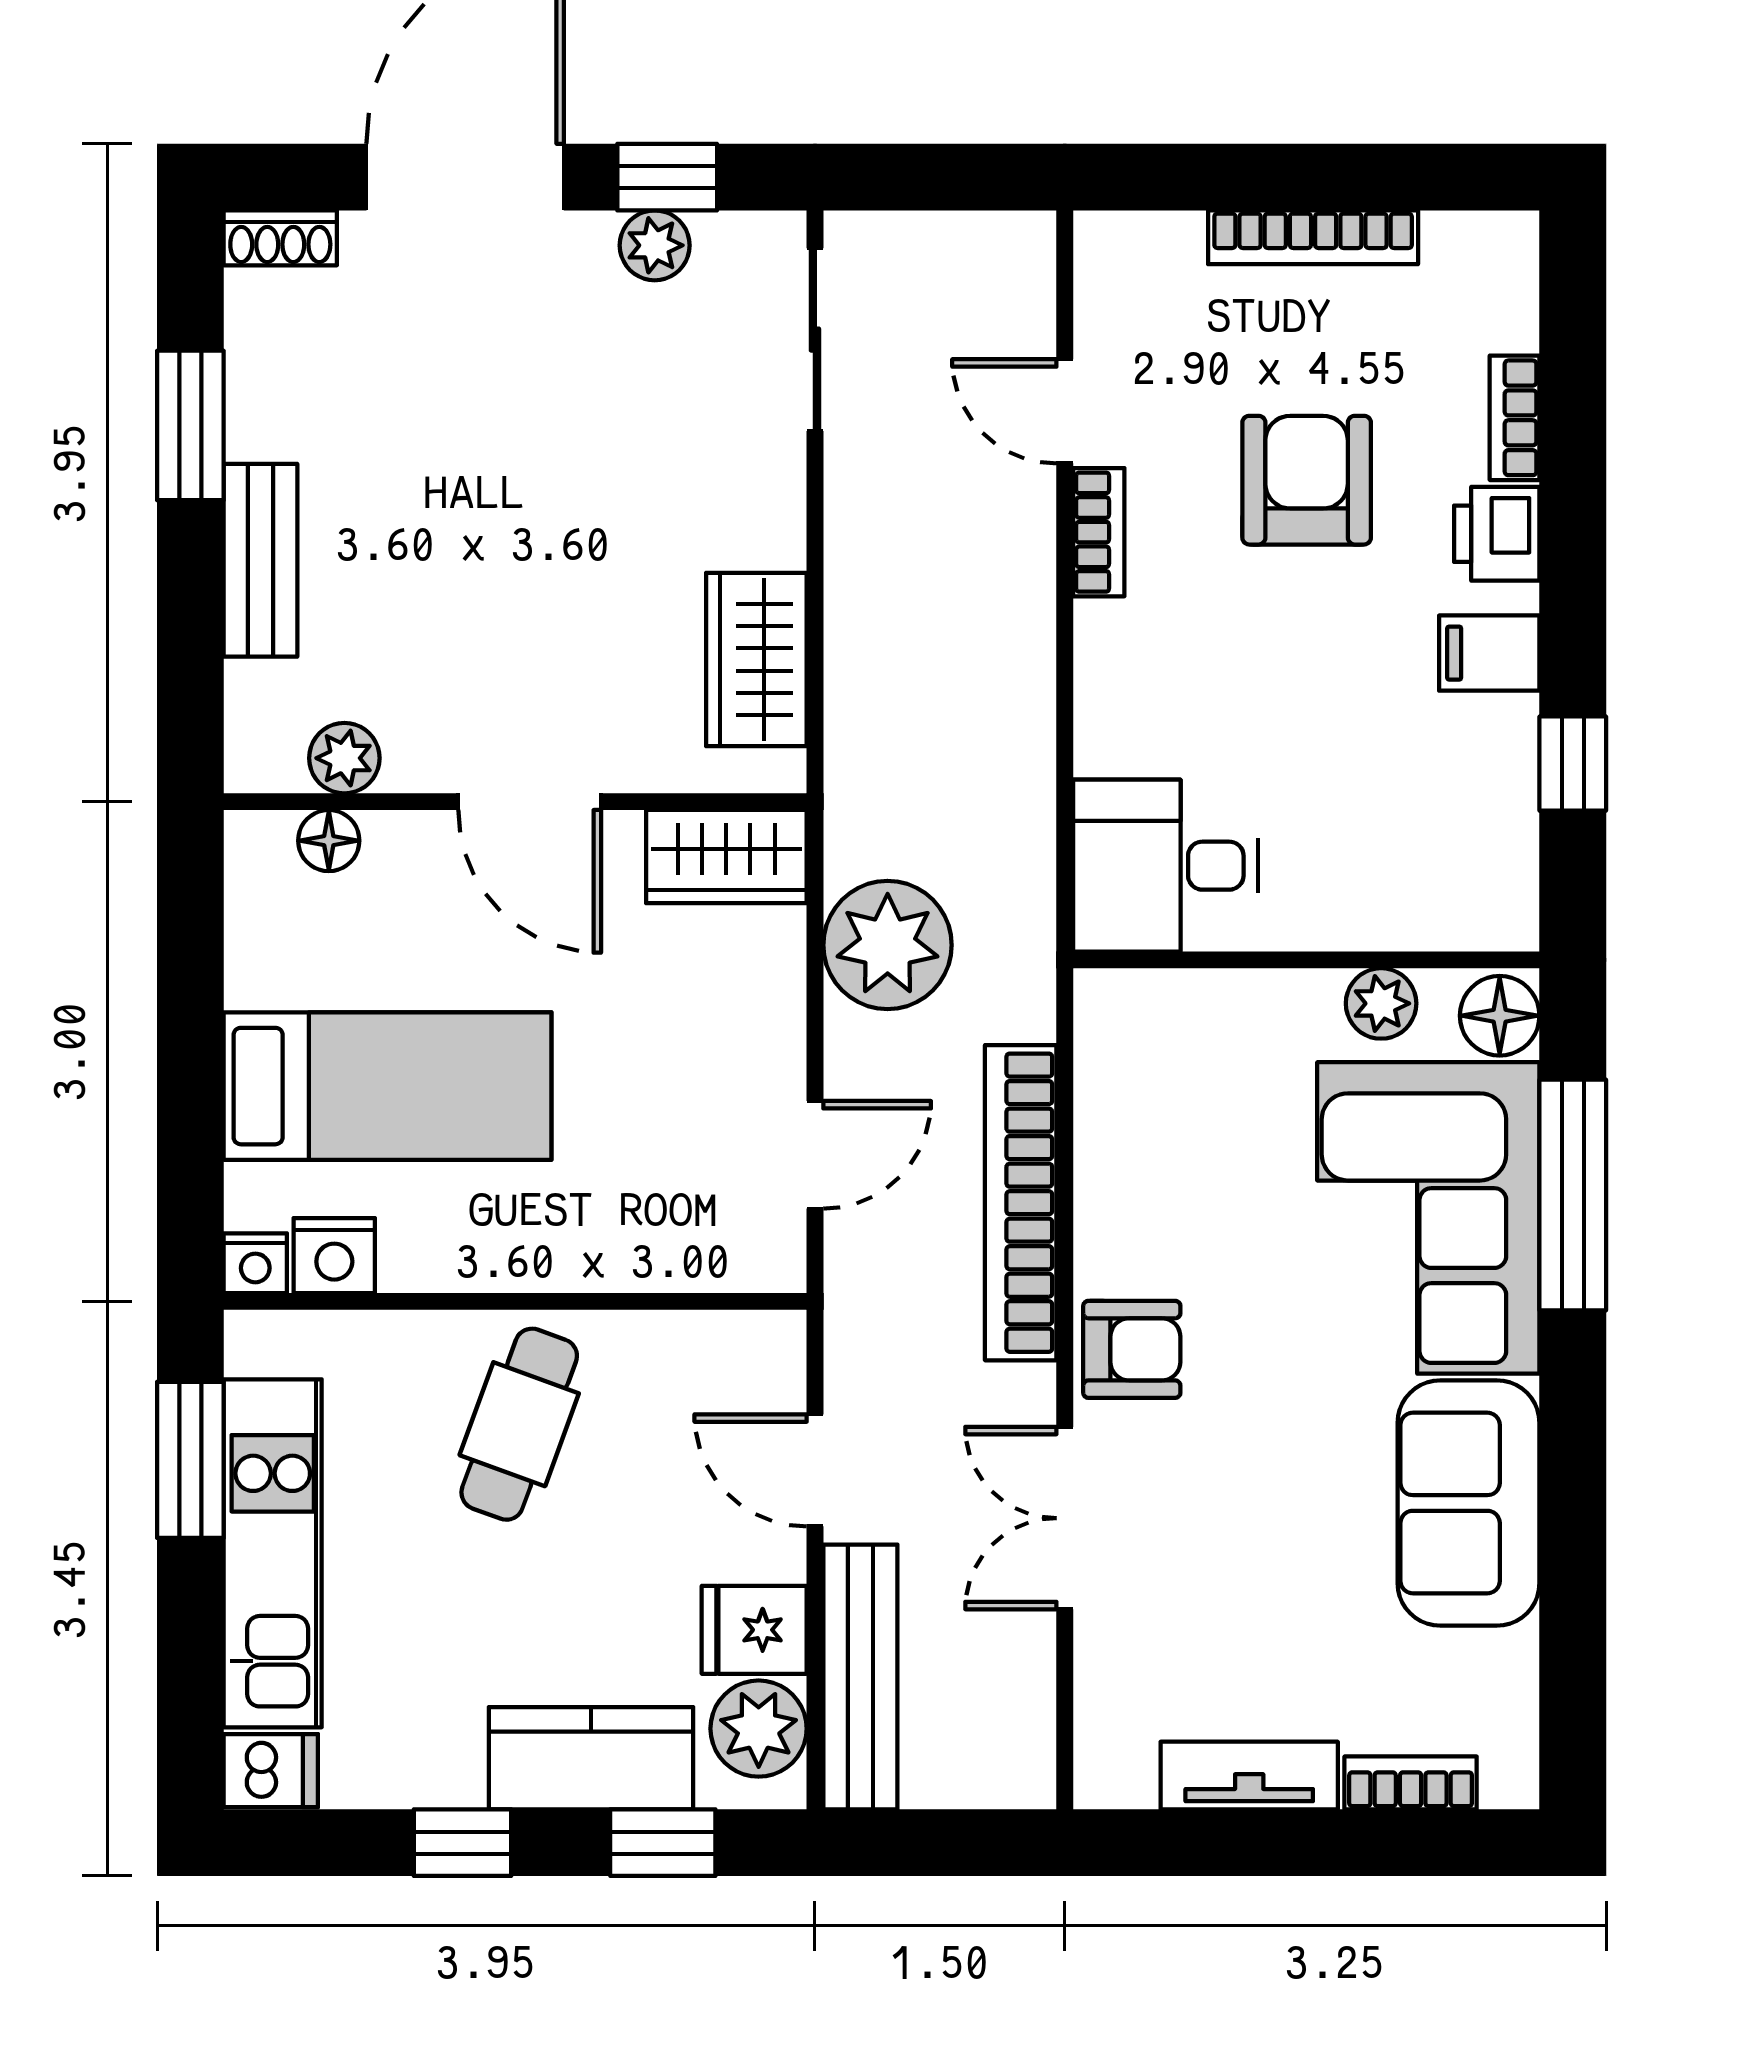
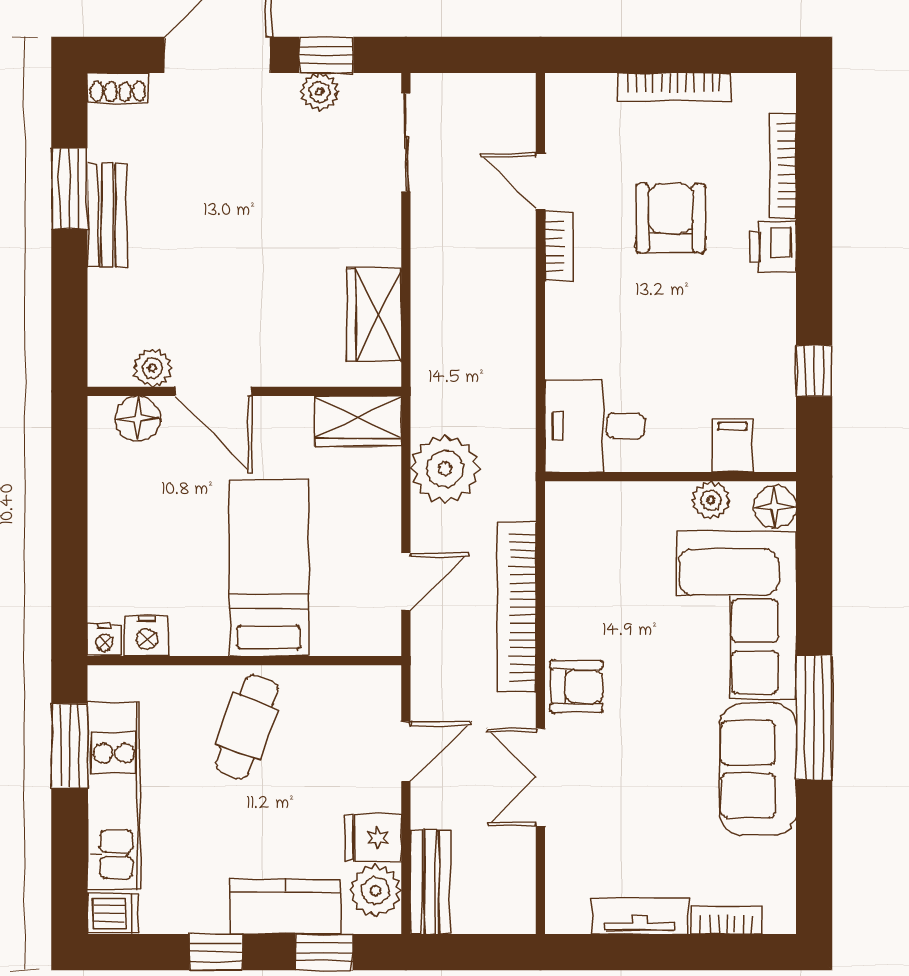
bookcase: (1515, 418) -> (783, 166), width x1.56
bench: (260, 560) -> (107, 215), moved
filing cabinet: (1489, 653) -> (732, 445), moved, turned 90
door: (530, 802) -> (213, 391), moved
floor lamp: (329, 841) -> (138, 418), width x1.37, depth x1.37
bed: (388, 1086) -> (269, 568), moved, turned -90
window: (1573, 1195) -> (814, 718), moved
door: (815, 1470) -> (406, 752), swing flipped
bench: (860, 1677) -> (430, 882), width x0.73

